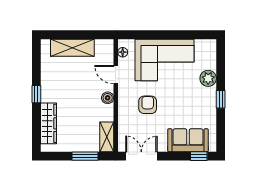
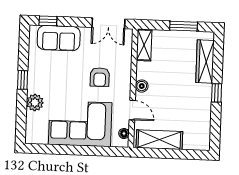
shelving: (72, 48) -> (159, 140), moved
window: (85, 156) -> (184, 26), moved

